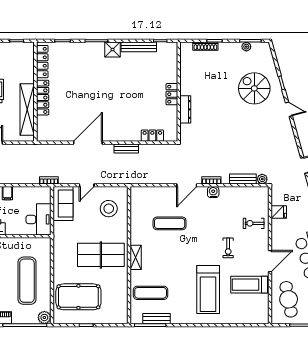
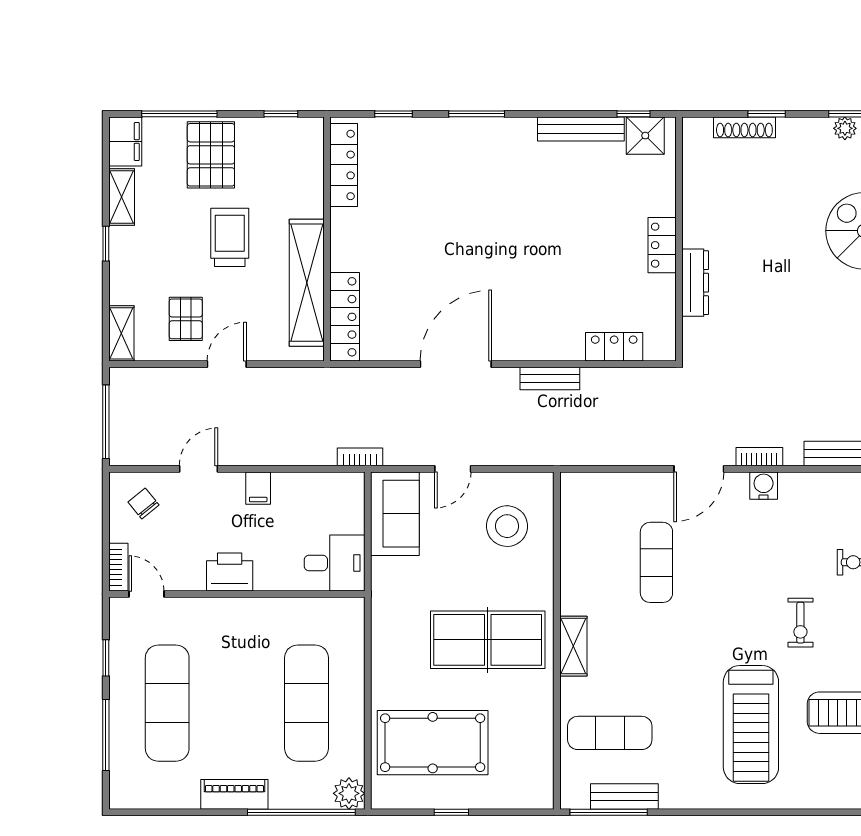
shower: (113, 50) -> (645, 136), moved
locker: (43, 98) -> (345, 317), moved
desk: (38, 219) -> (335, 563), width x0.73
exercise mat: (170, 223) -> (656, 562), turned 90

